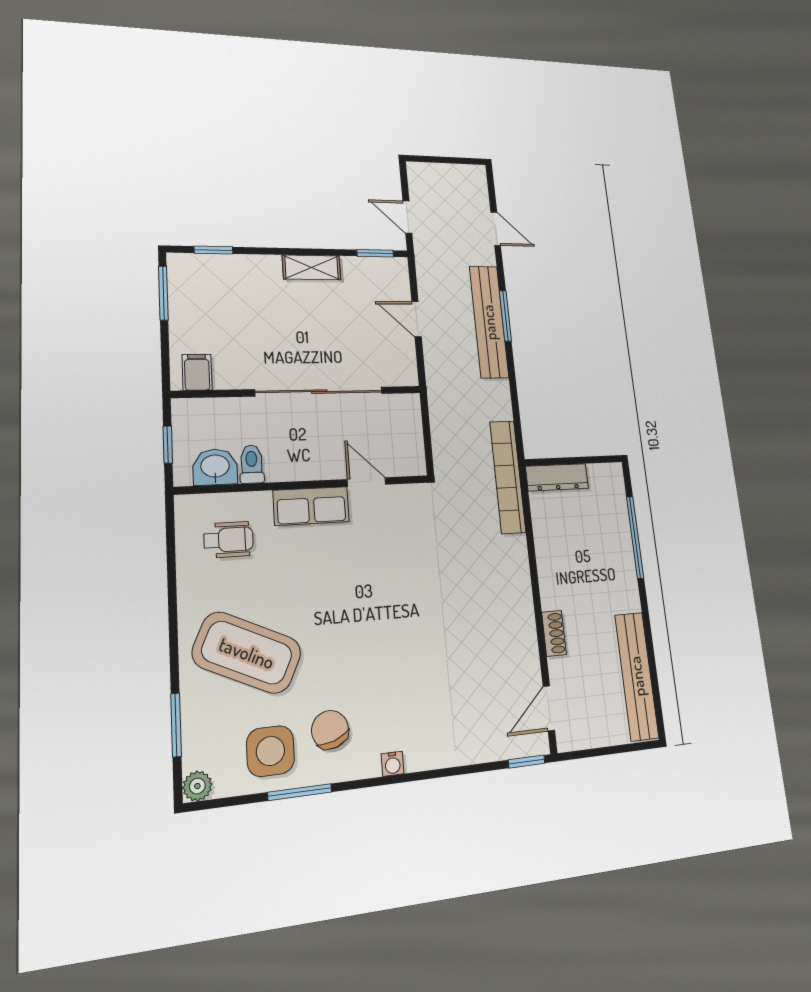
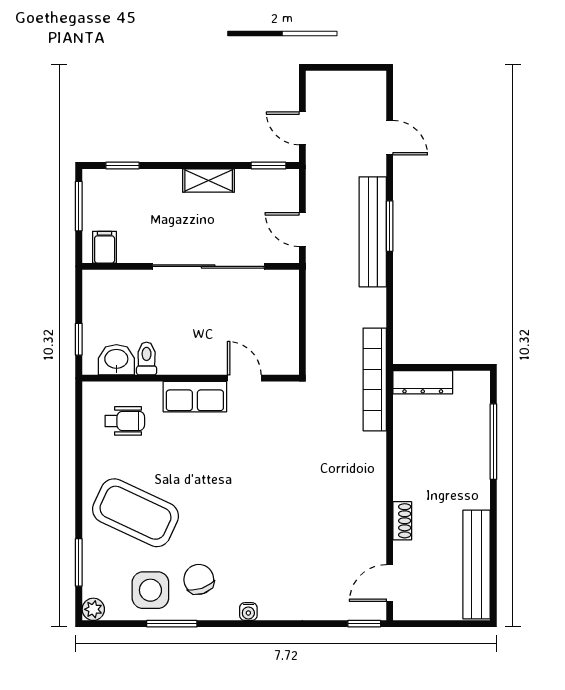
filing cabinet: (197, 372) -> (105, 247), moved
wall: (299, 392) -> (191, 266), moved
sliding door: (319, 392) -> (208, 266), moved

